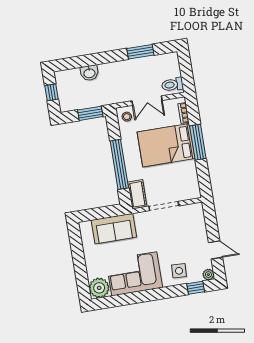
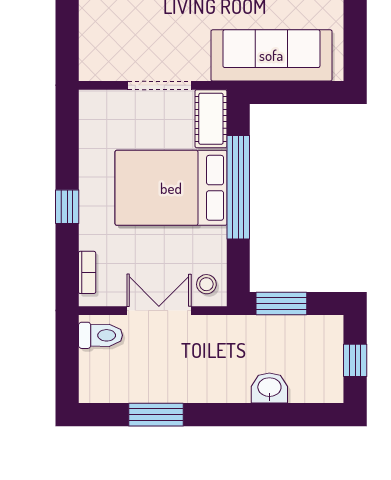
window: (198, 142) -> (67, 207), width x0.46
bed: (166, 145) -> (171, 188), moved, turned 180
sofa: (114, 229) -> (271, 55), width x1.36

